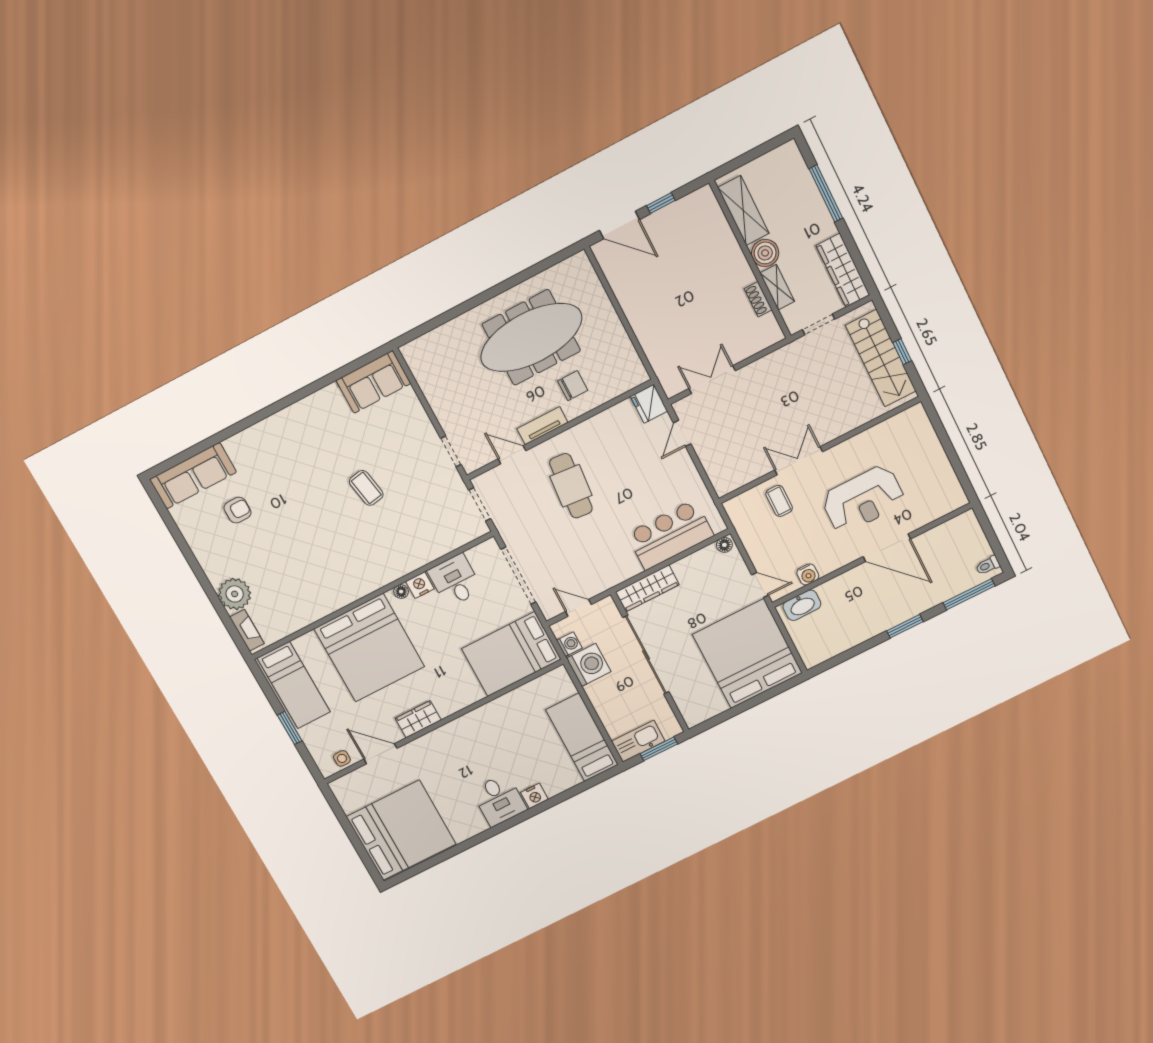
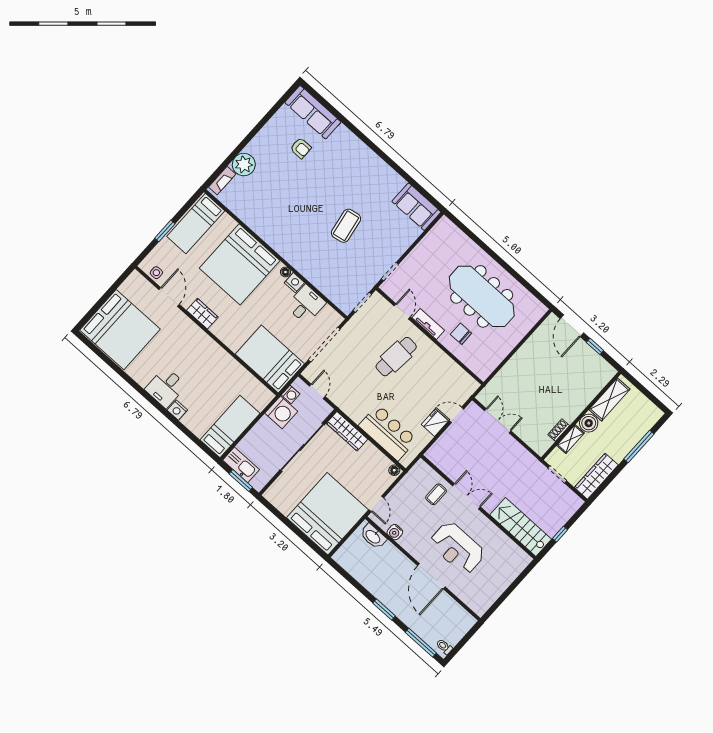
stairs: (881, 358) -> (521, 527), moved, turned 90
chair: (573, 386) -> (461, 334), turned 180
fridge: (649, 404) -> (435, 423), moved
coffee table: (366, 488) -> (346, 226), width x1.36, depth x1.30

